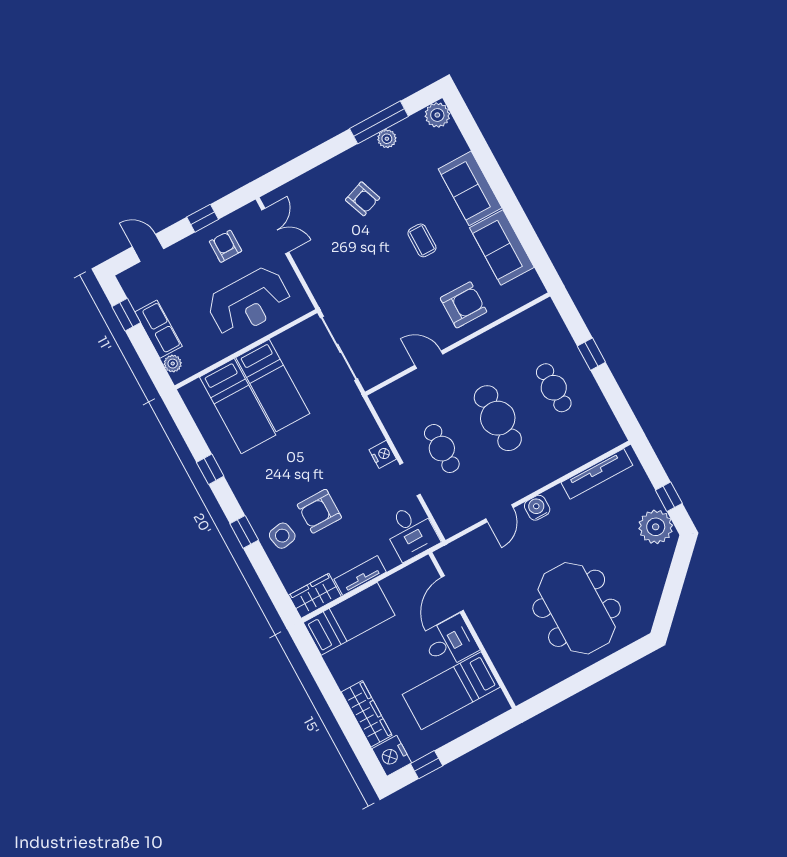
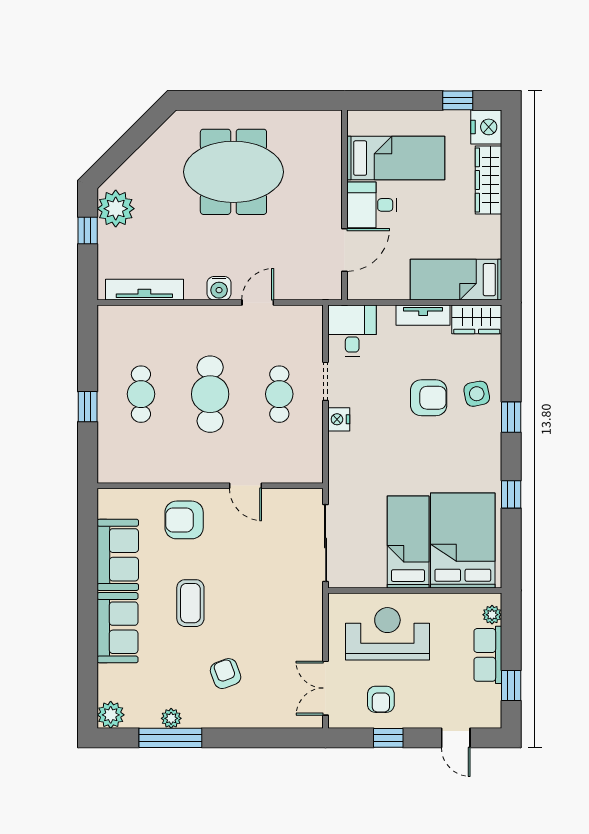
coffee table: (422, 240) -> (190, 603), width x1.36, depth x1.30
bed: (238, 406) -> (463, 540), width x1.50
meeting table: (577, 608) -> (233, 172), turned 90

